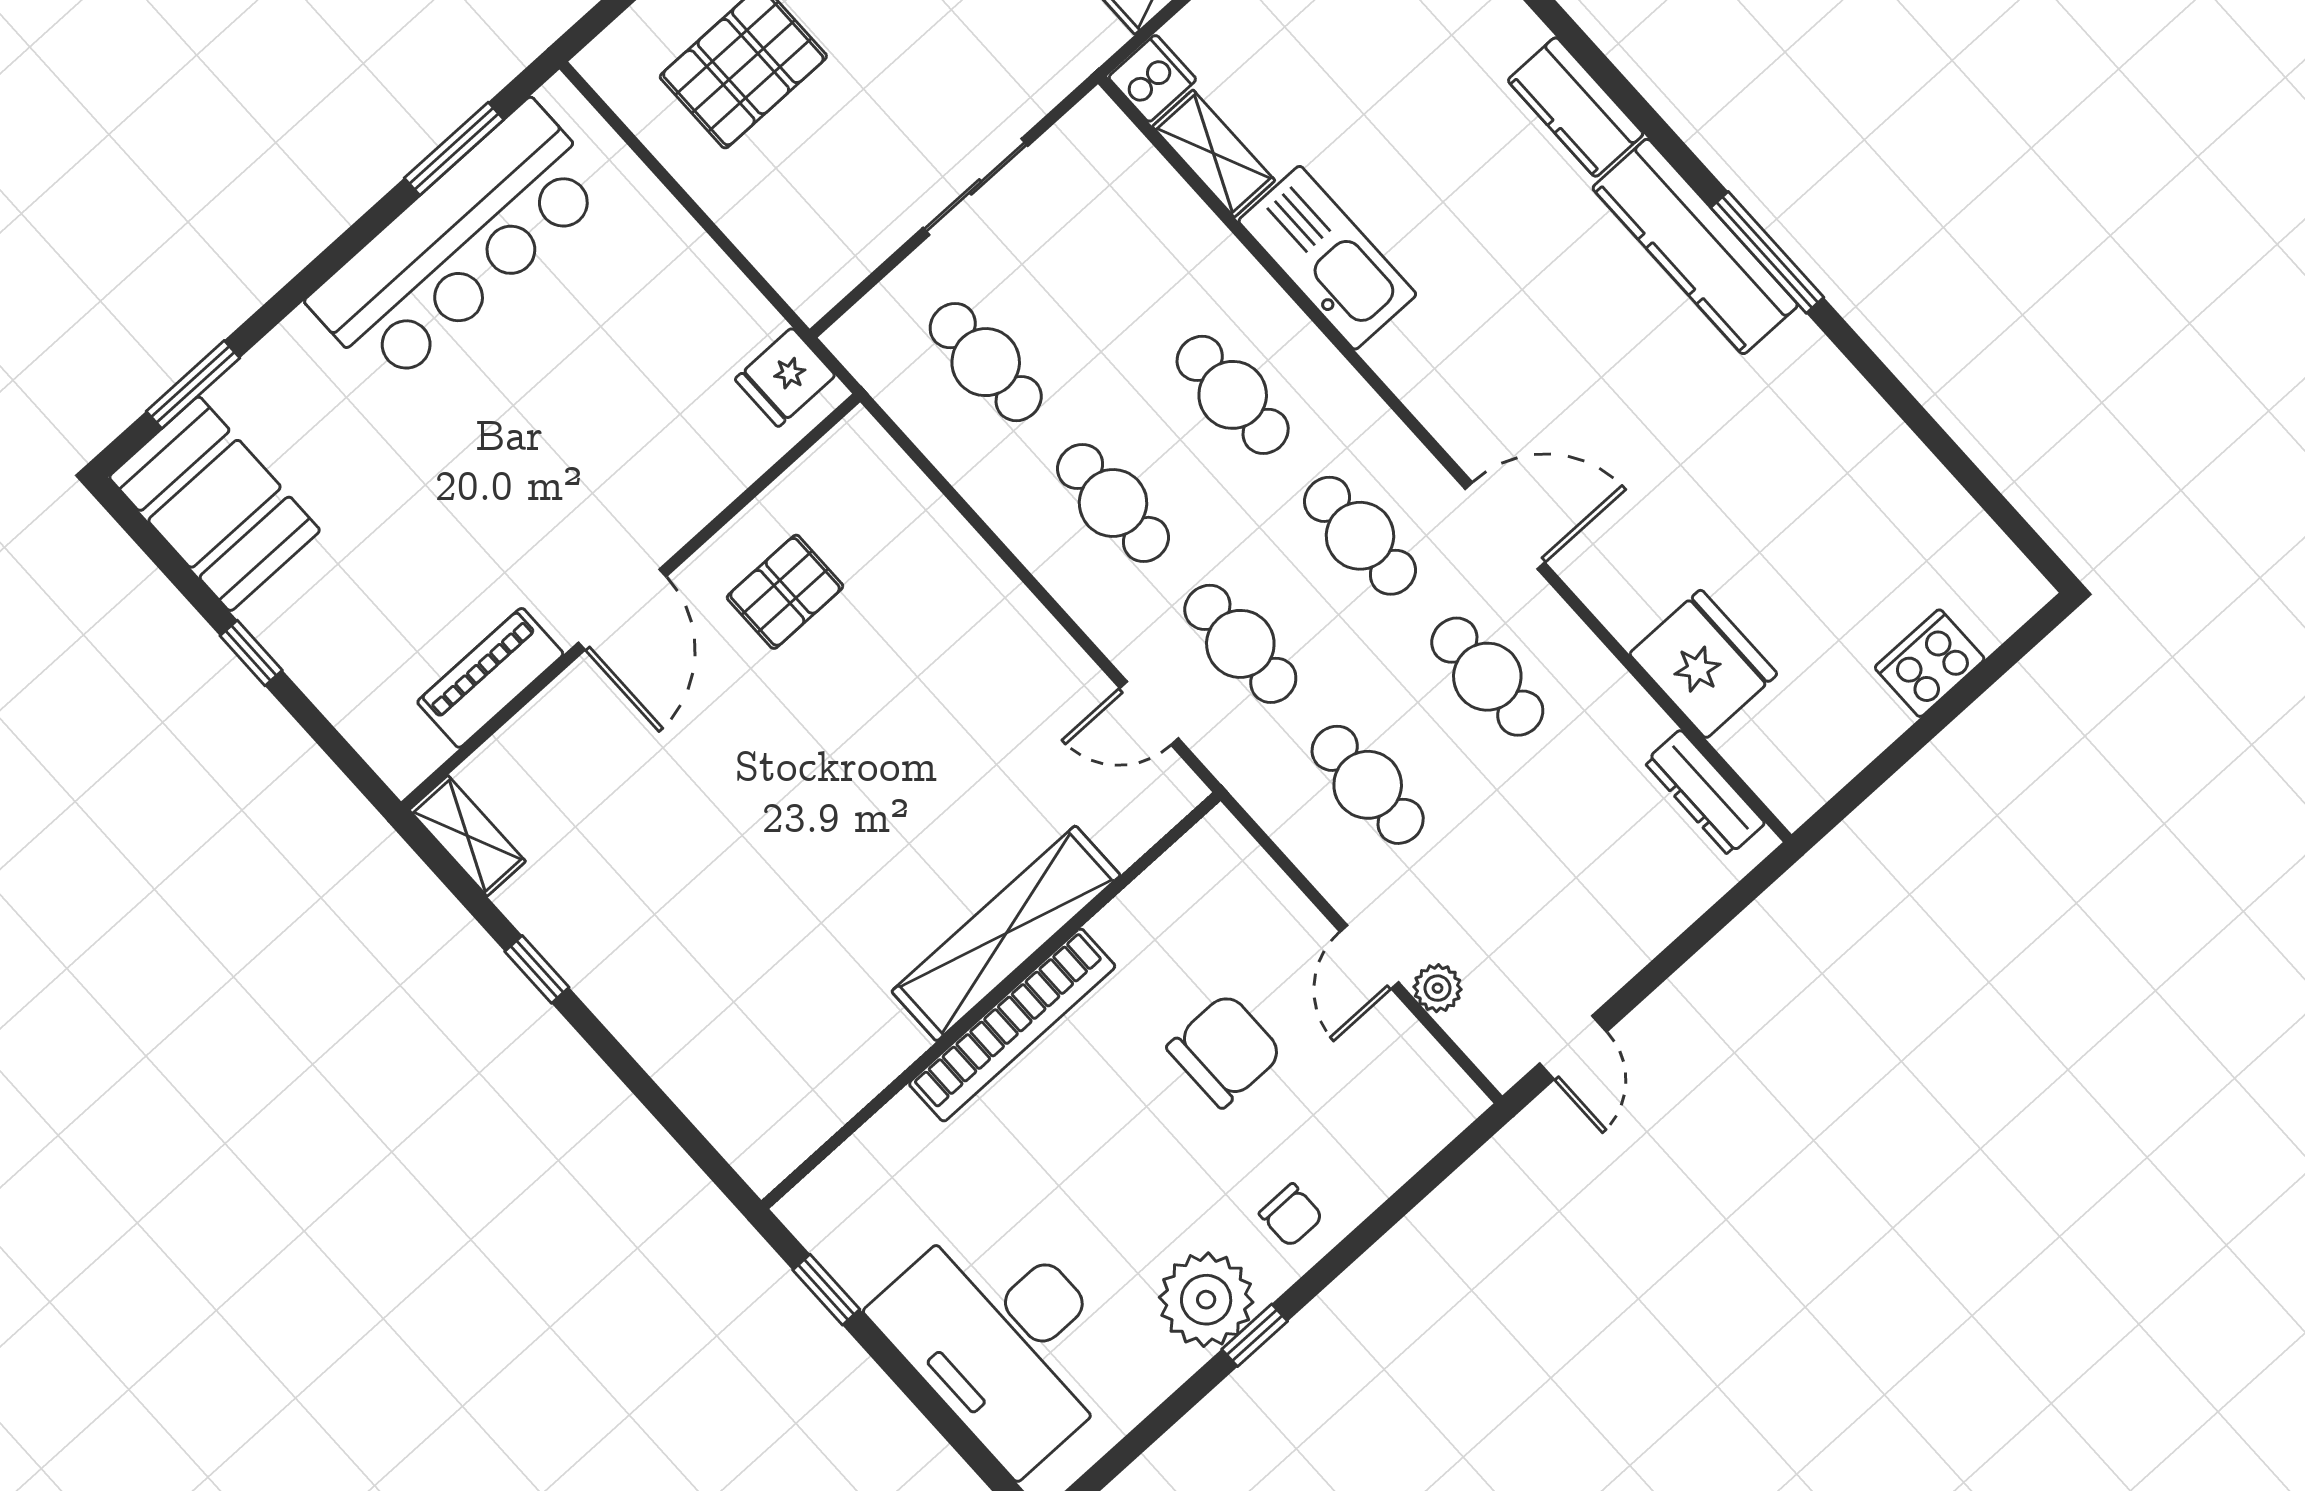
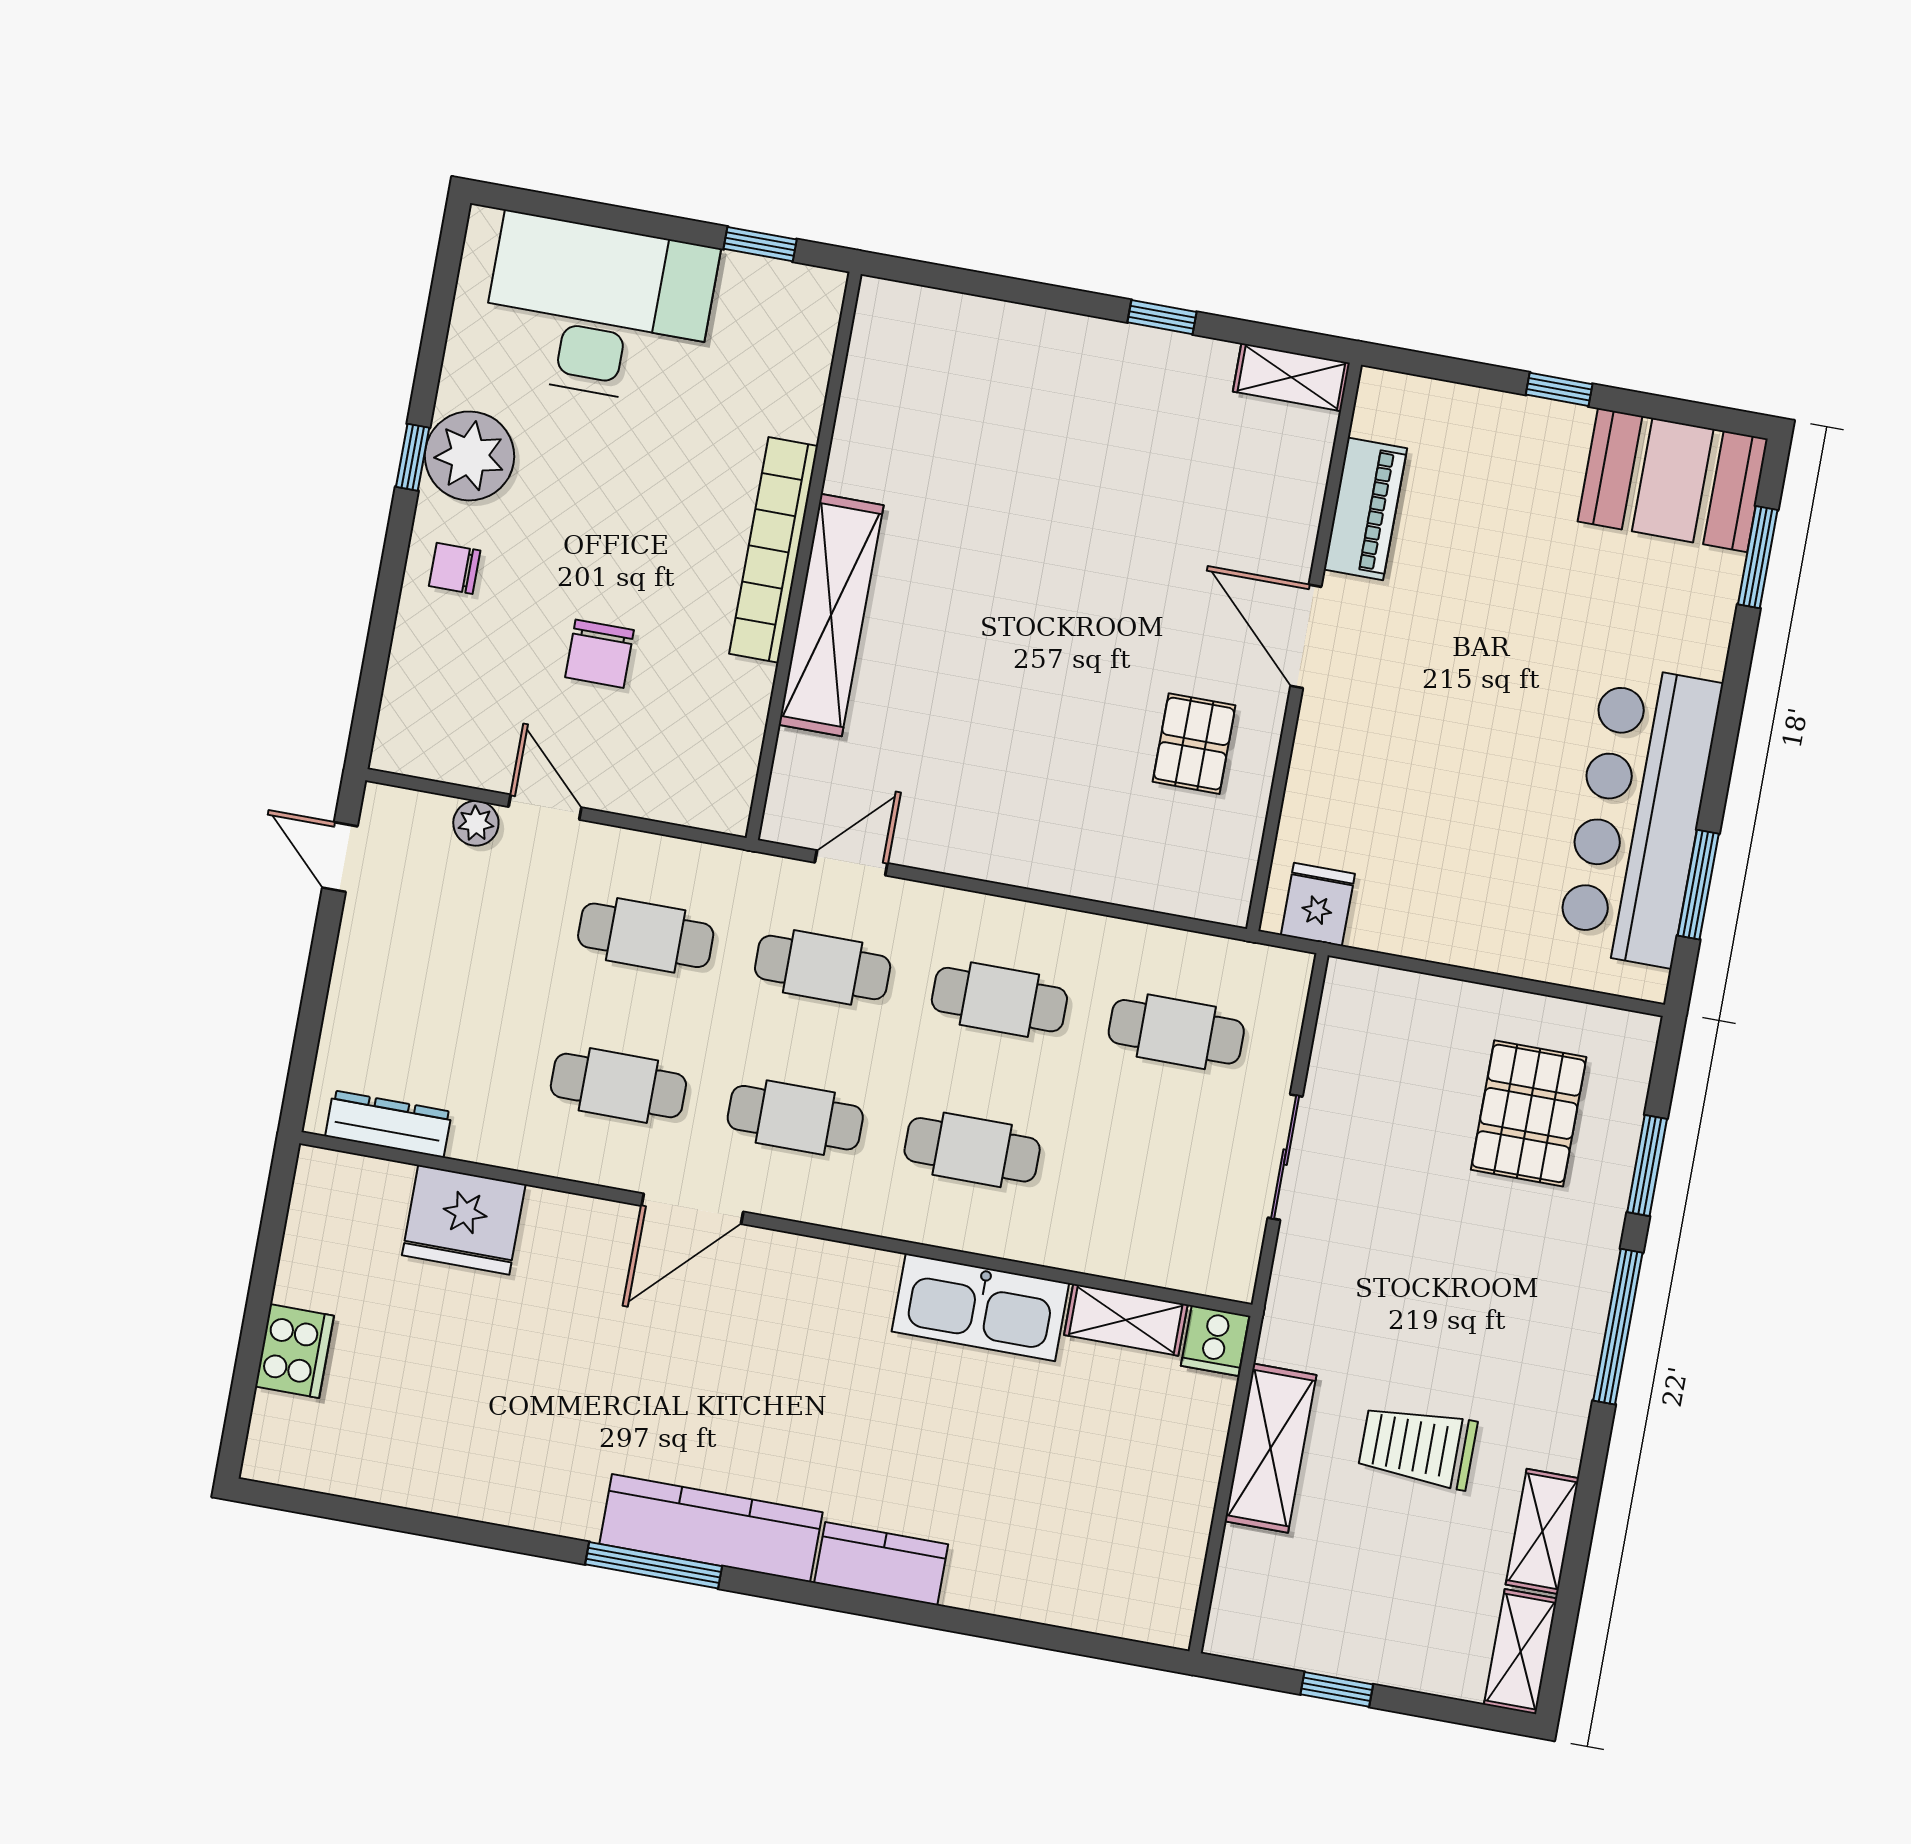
chair: (1225, 1050) -> (599, 654), width x0.73, depth x0.73

